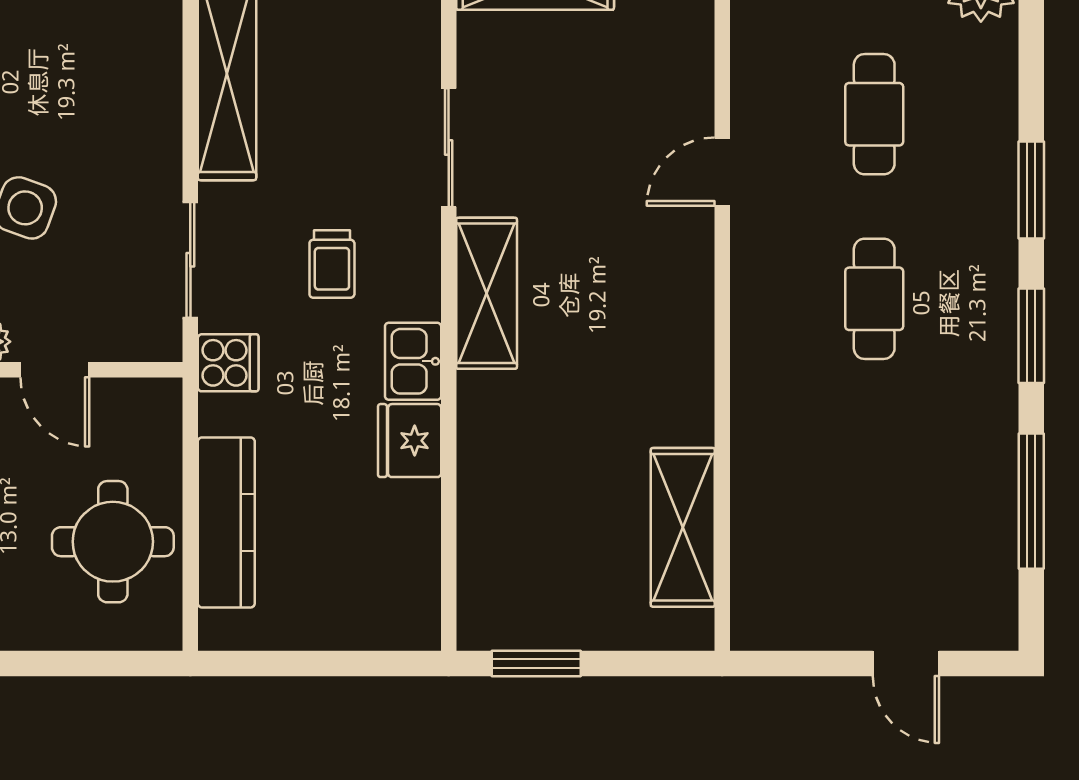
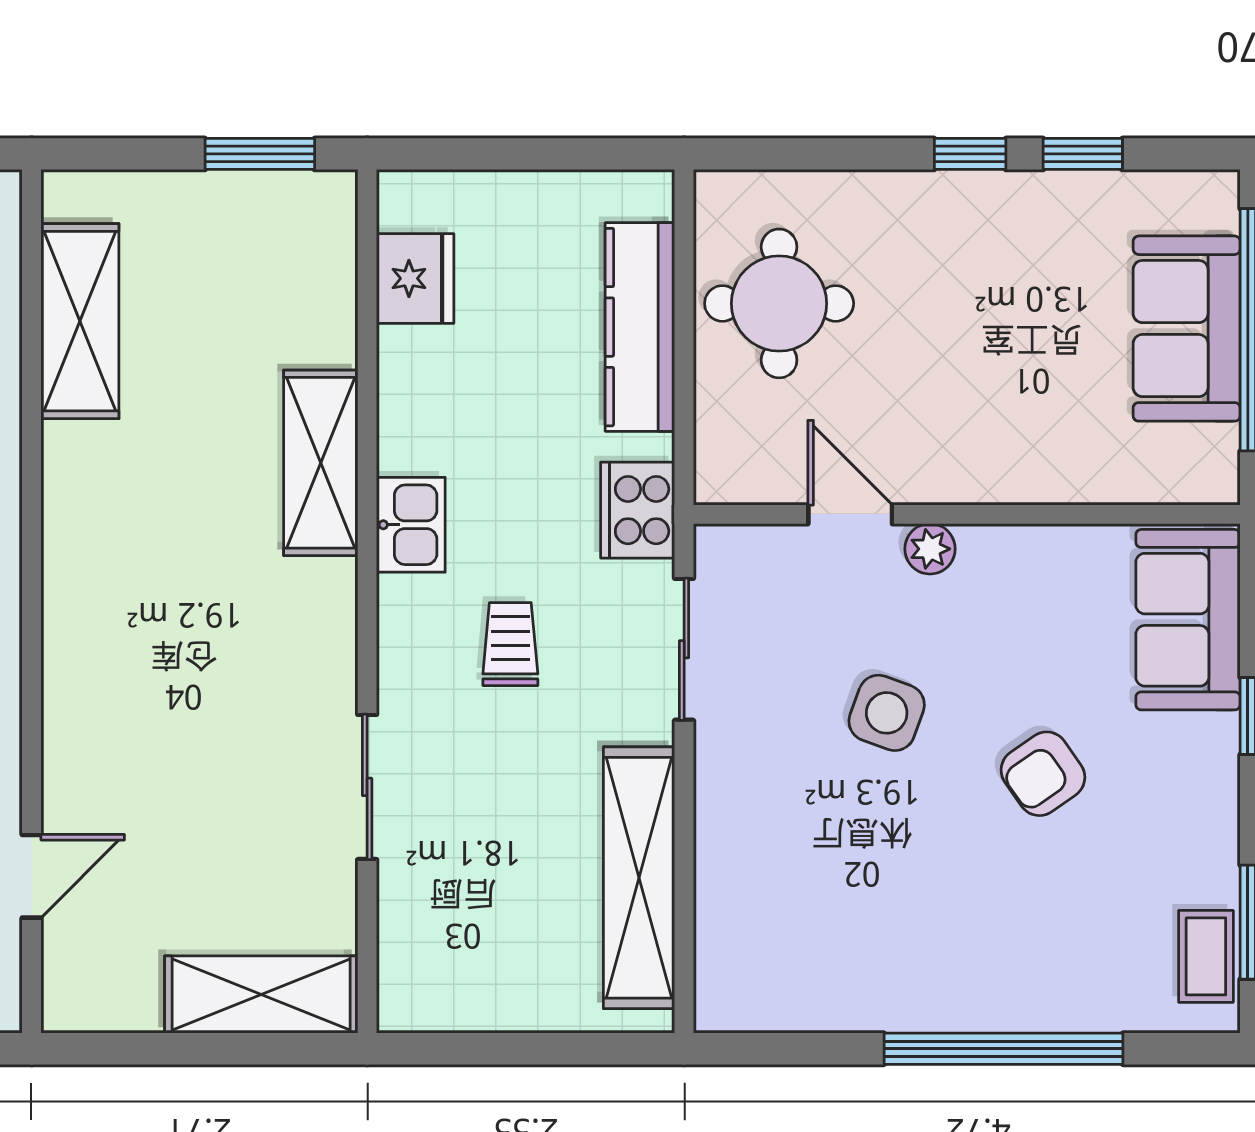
door: (722, 172) -> (32, 876), moved
shelving: (487, 293) -> (321, 463), moved
cooker: (228, 363) -> (638, 510), width x1.36
fridge: (410, 441) -> (415, 278), moved

